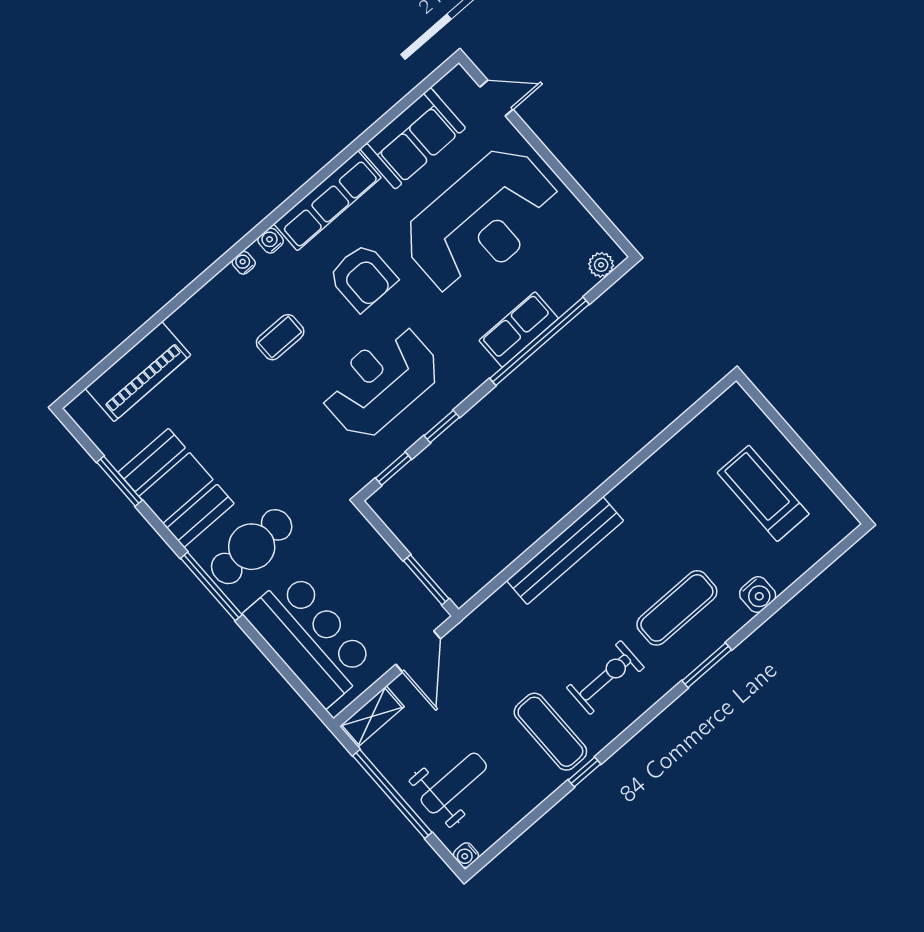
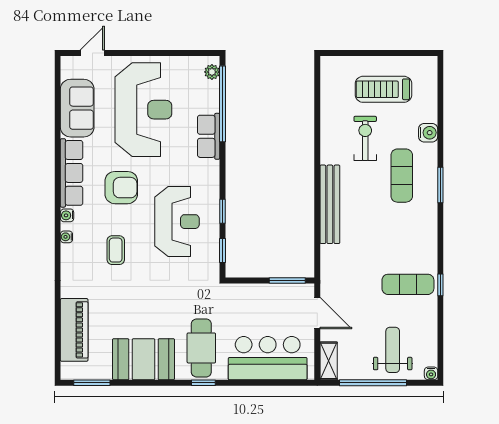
window: (539, 341) -> (222, 104), moved
reception desk: (381, 382) -> (177, 222), turned 180
window: (120, 481) -> (92, 383), moved
window: (211, 586) -> (203, 383), width x0.46
exercise bike: (605, 678) -> (365, 138), moved

